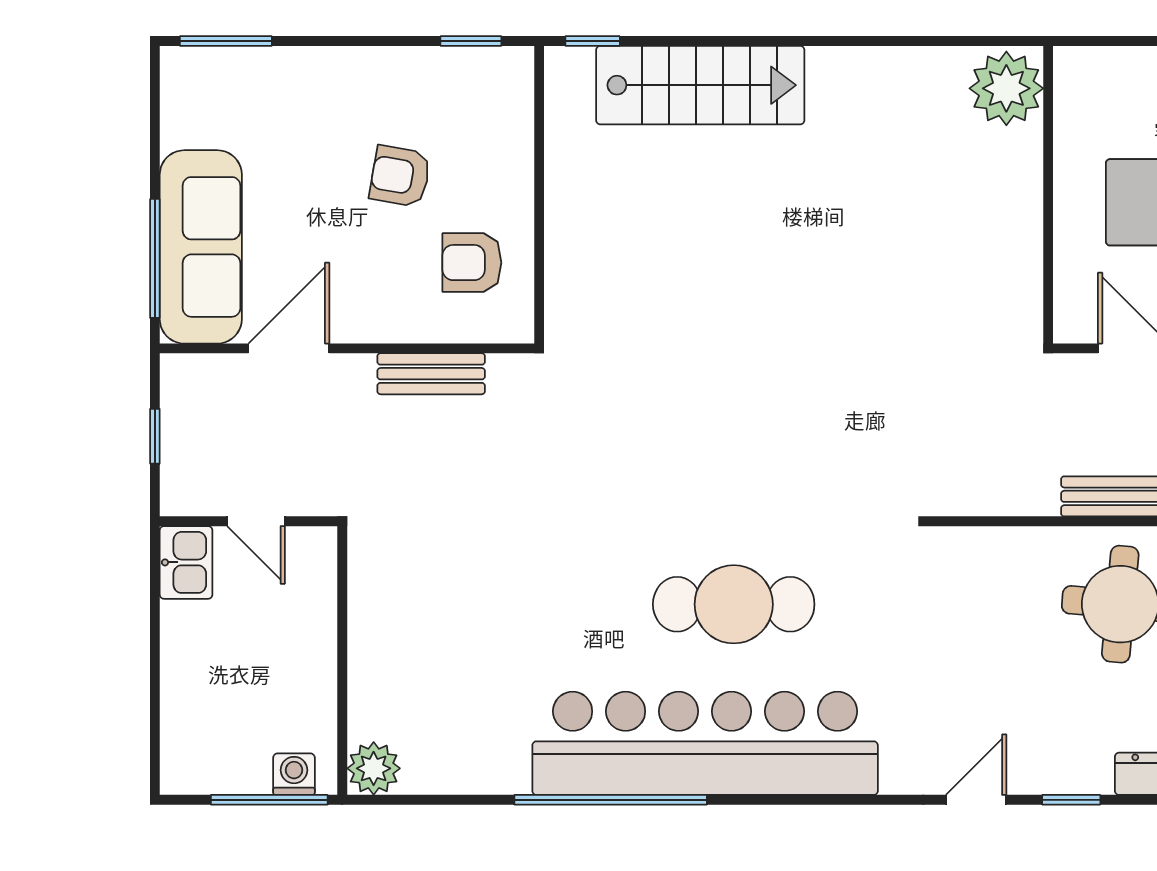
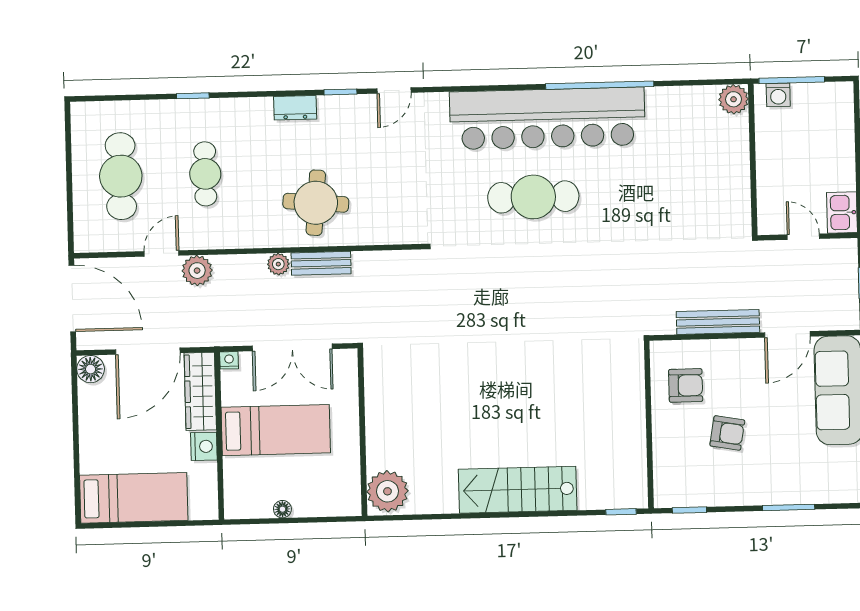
window: (226, 41) -> (789, 507), moved
stairs: (700, 85) -> (518, 490), moved
bench: (431, 374) -> (718, 322), width x1.36

